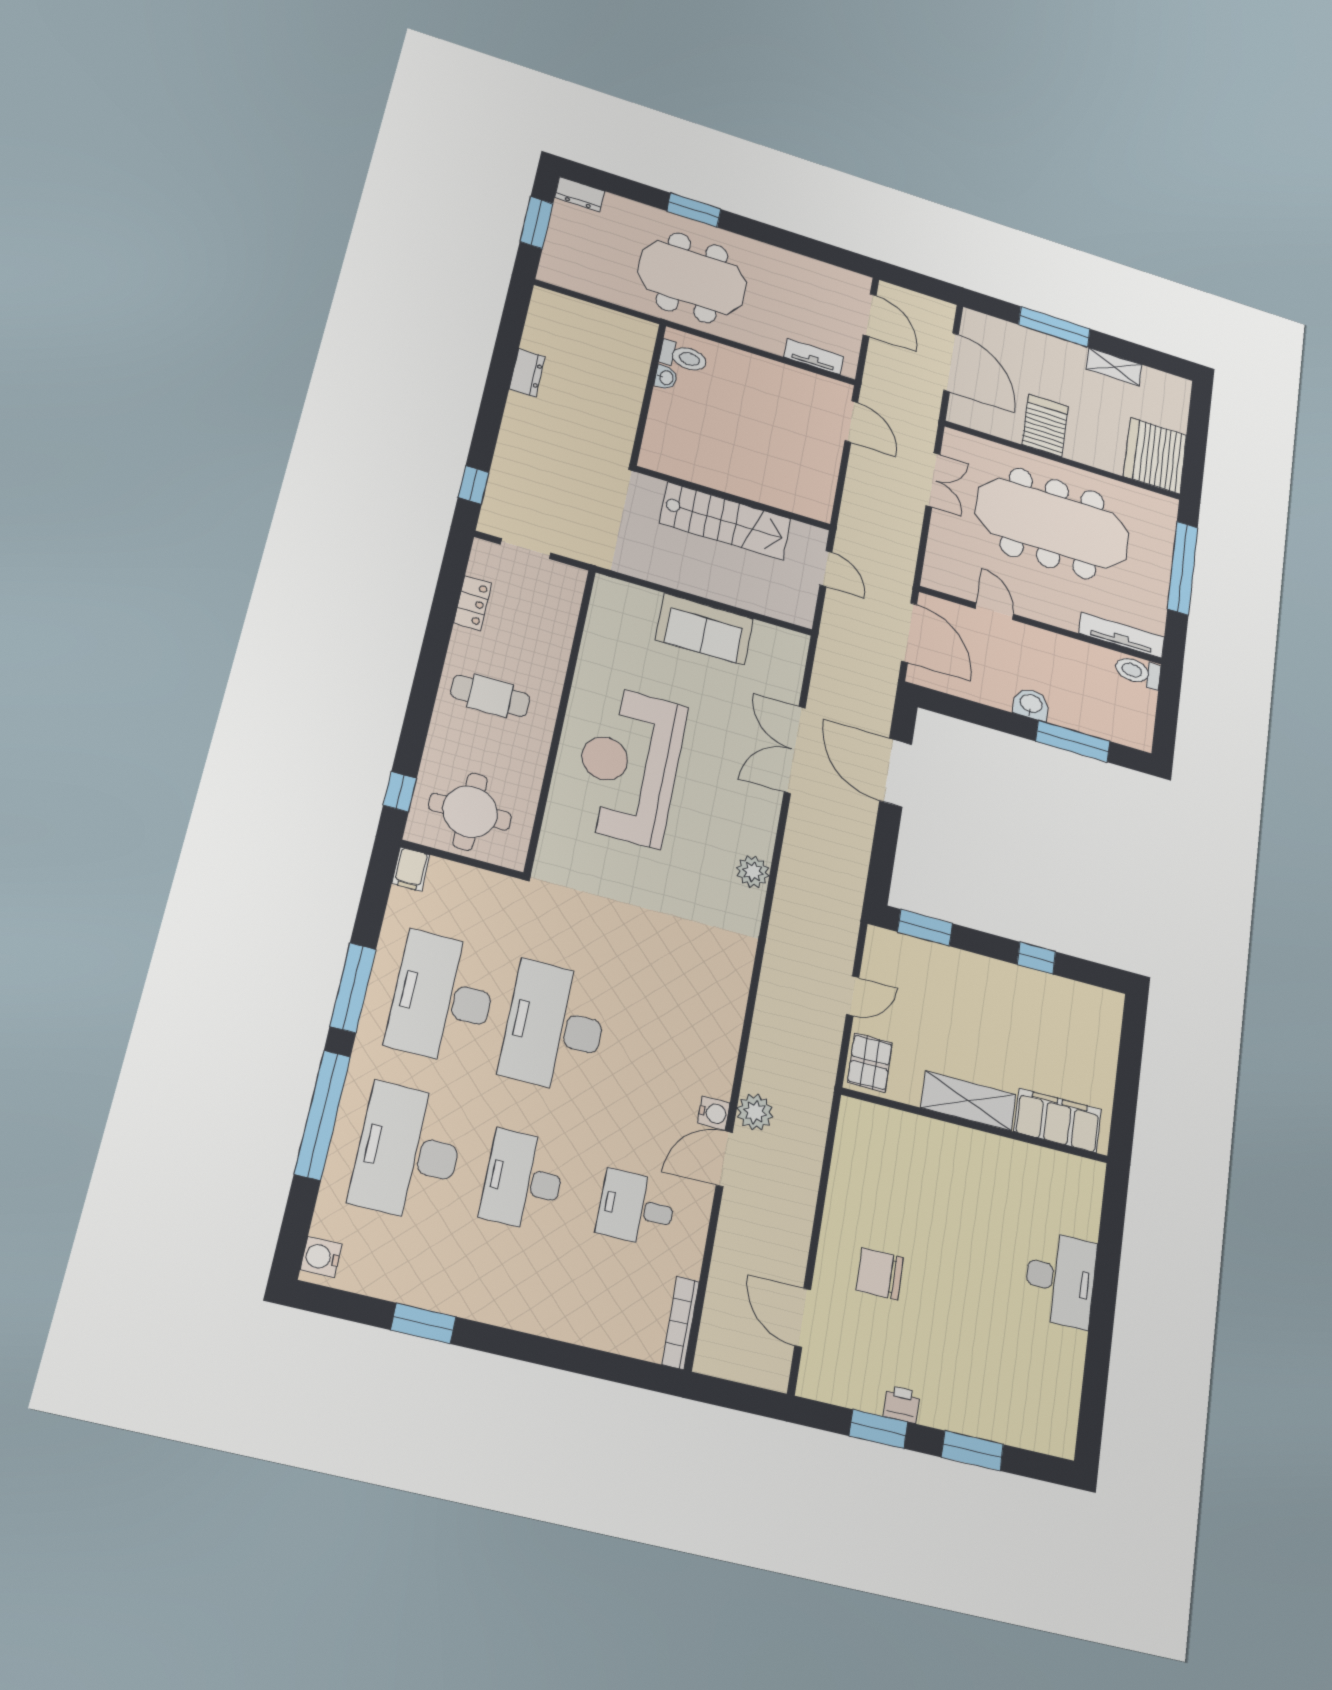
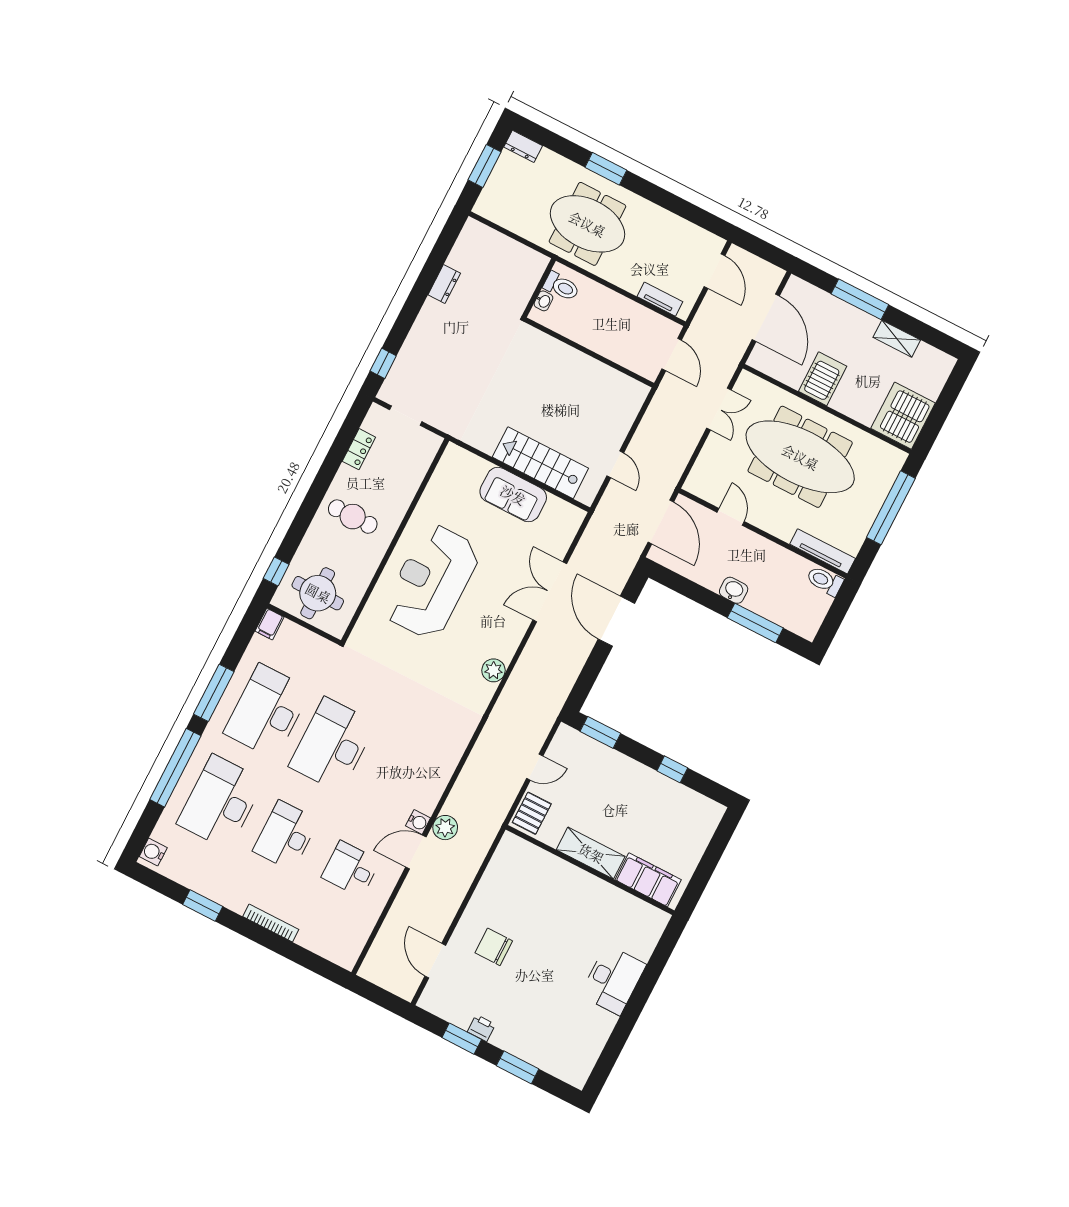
wall: (734, 498) -> (589, 352), moved
stairs: (725, 521) -> (540, 463), moved, turned 180
bookcase: (681, 1323) -> (271, 923), moved, turned 90

